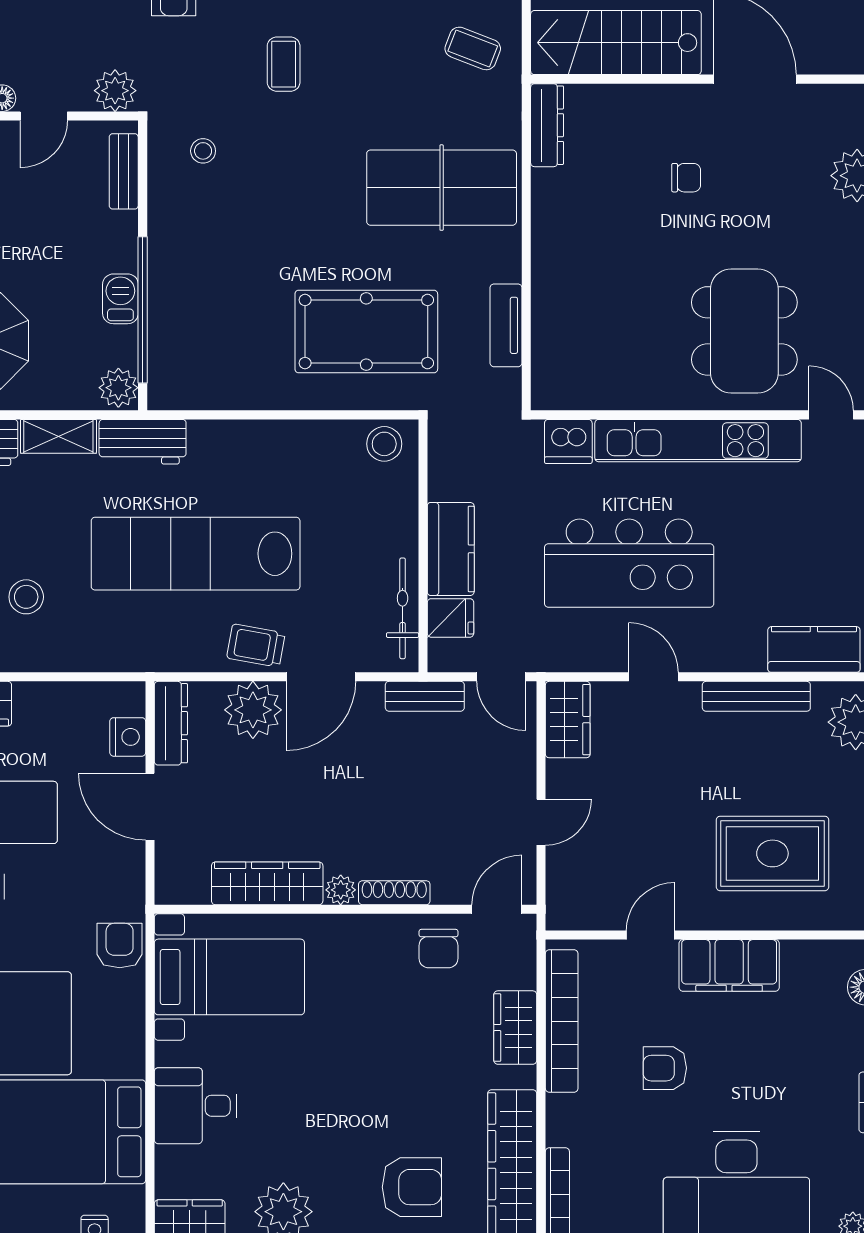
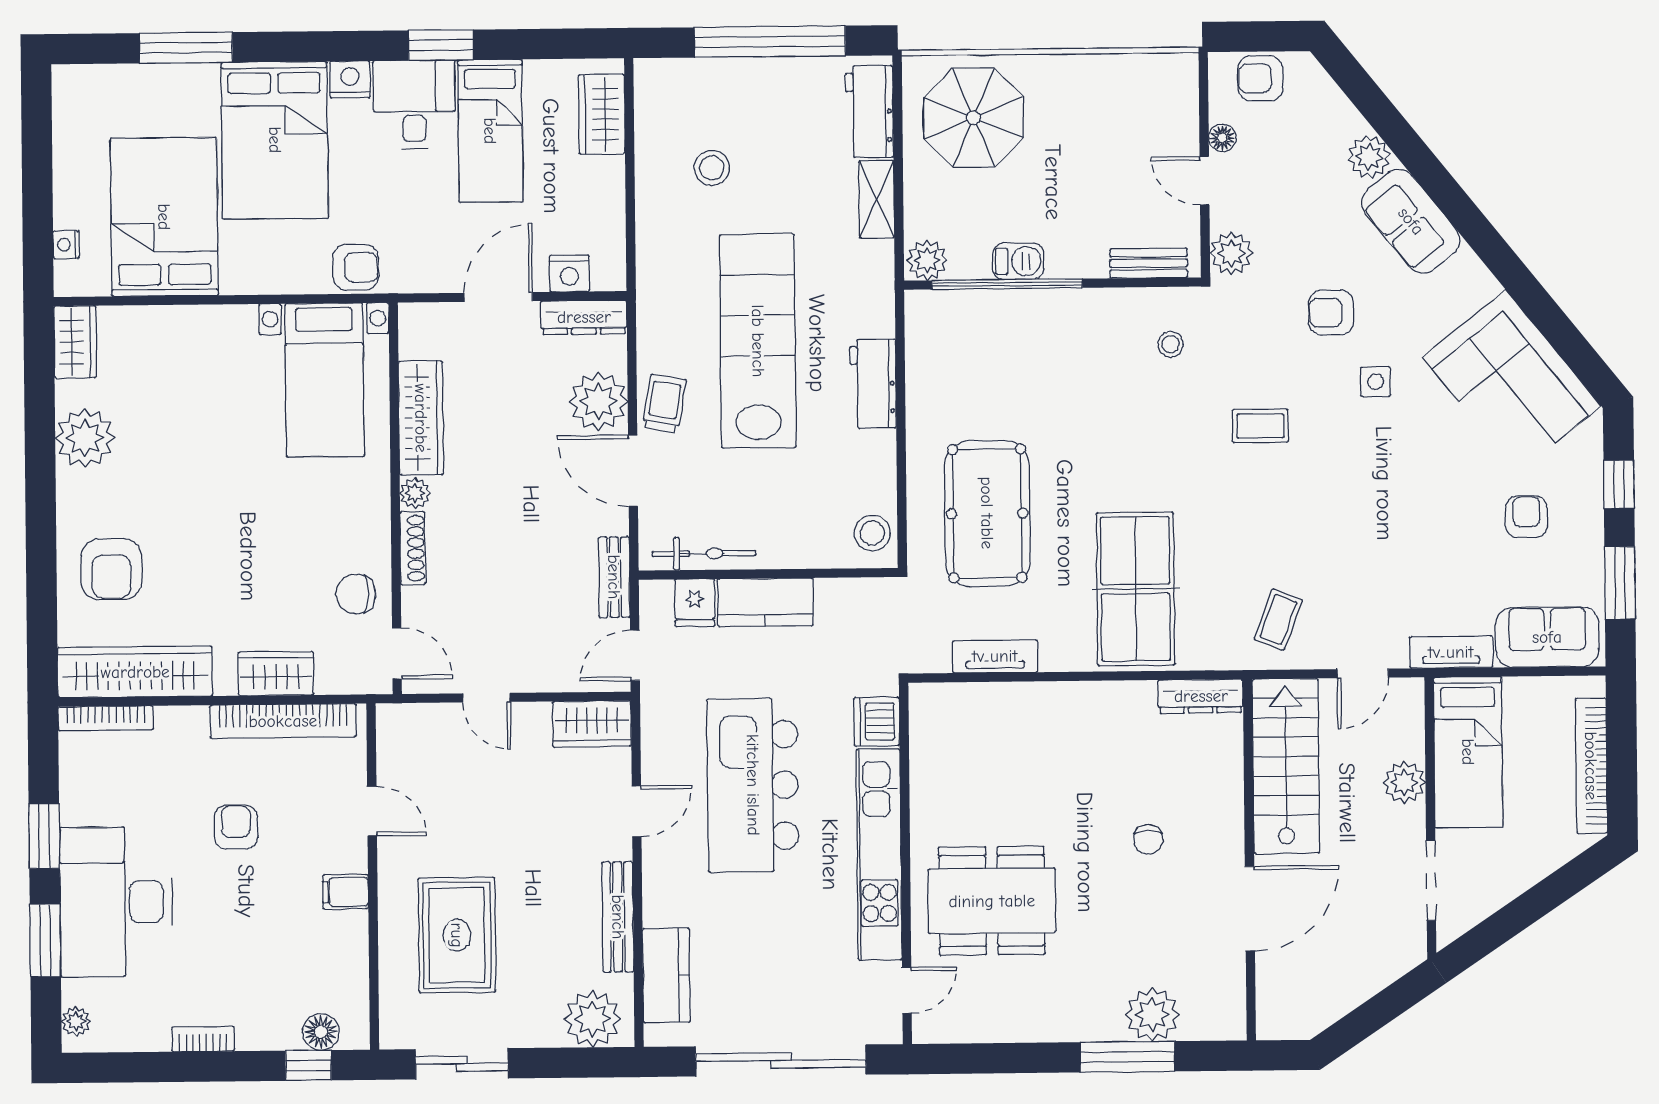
workbench: (143, 442) -> (873, 384), moved
filing cabinet: (729, 965) -> (346, 892), width x0.33, depth x0.86
desk: (196, 1106) -> (192, 347), removed

